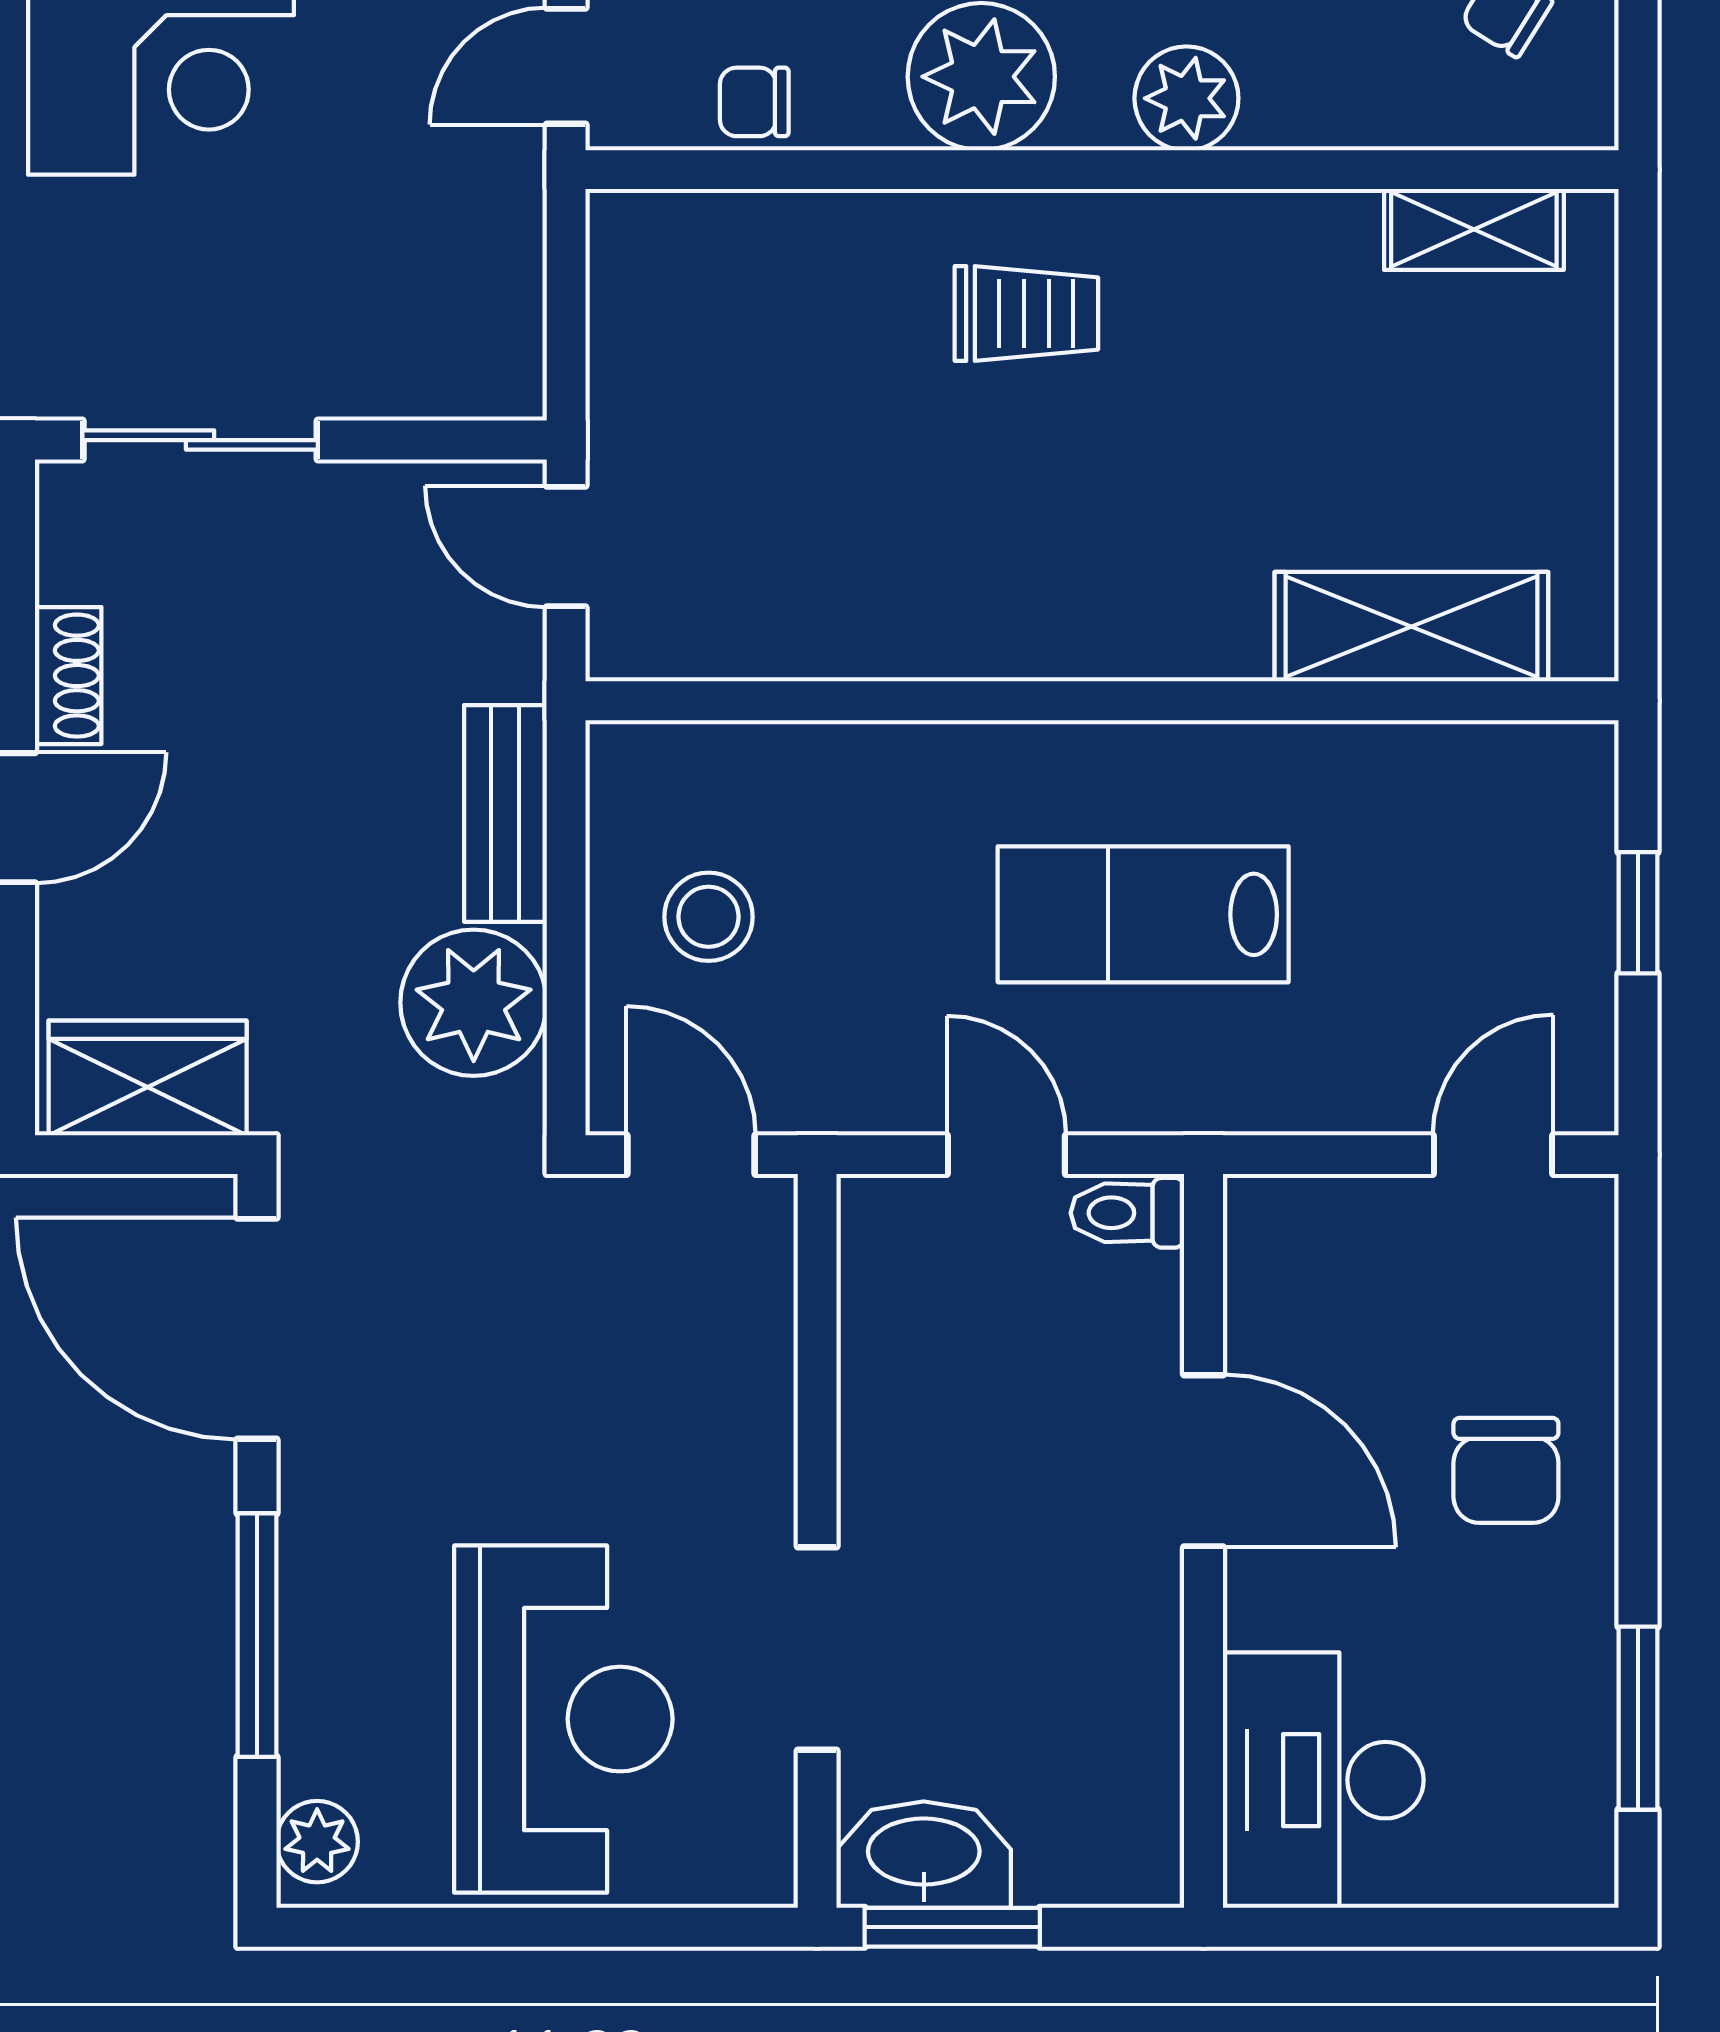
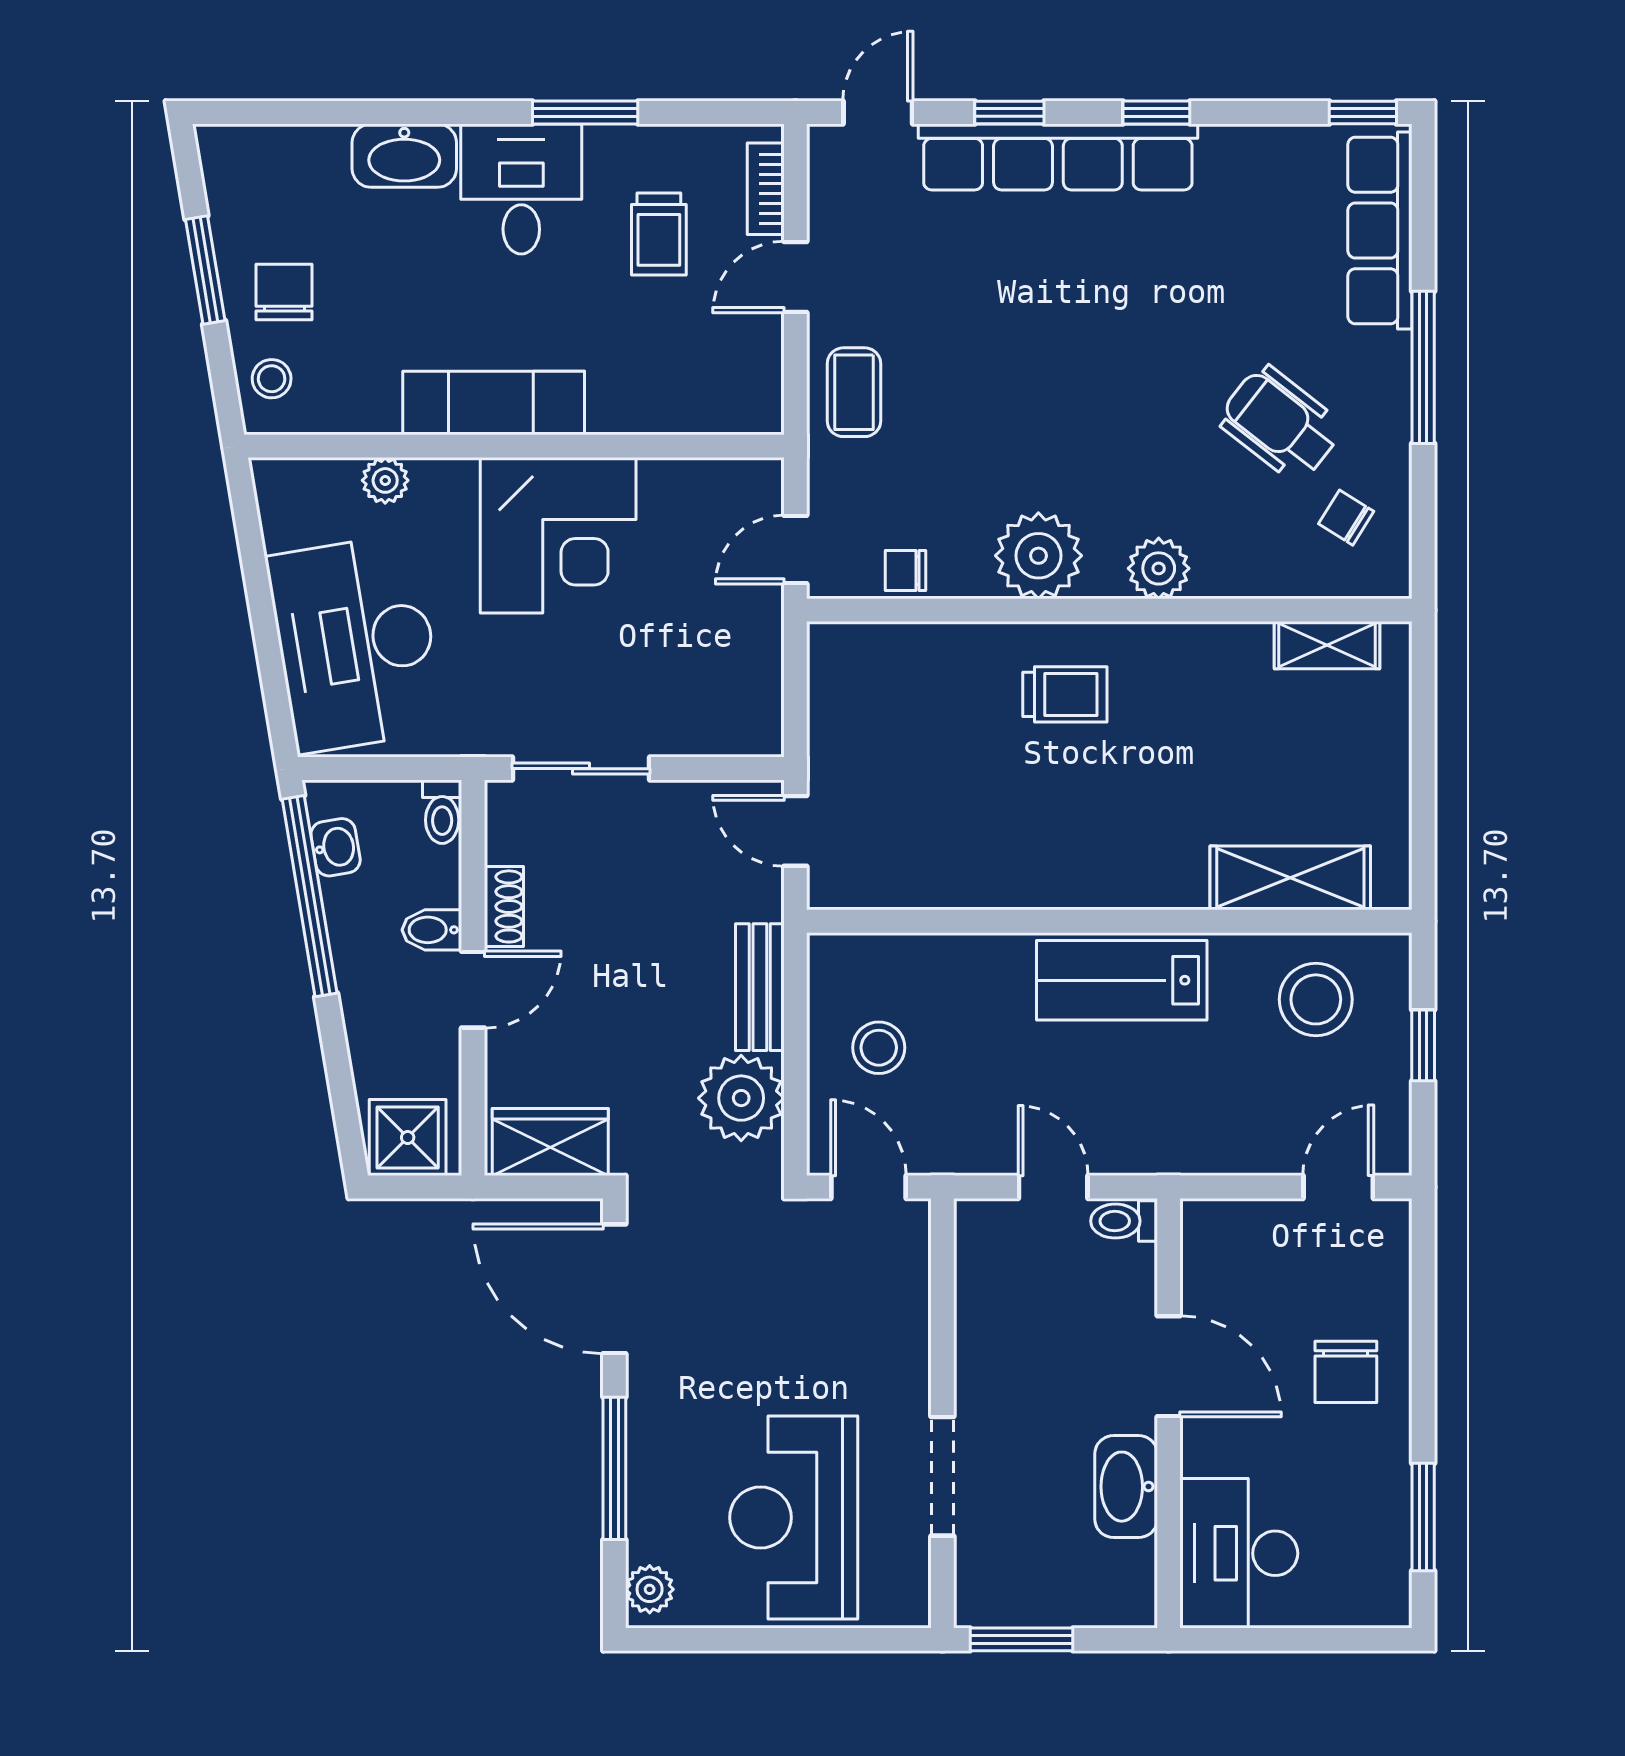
stool: (1455, 834) -> (1316, 999), added
lab bench: (1143, 914) -> (1122, 980), moved
reception desk: (563, 1719) -> (794, 1518), turned 180
washbasin: (924, 1855) -> (1126, 1487), moved, turned -90

